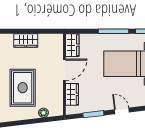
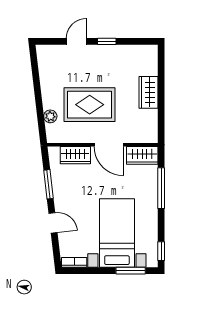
window: (113, 31) -> (161, 188), moved
rug: (23, 88) -> (90, 105), moved
door: (122, 111) -> (53, 223), hinge flipped

